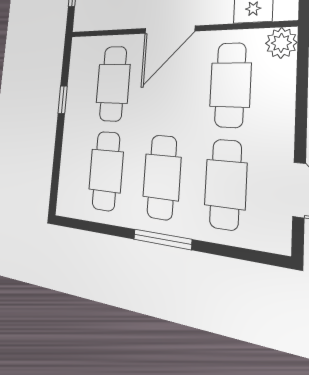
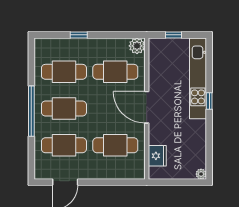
plant: (281, 43) -> (137, 46), moved
window: (63, 100) -> (79, 35), moved
window: (162, 239) -> (31, 111), width x1.46

